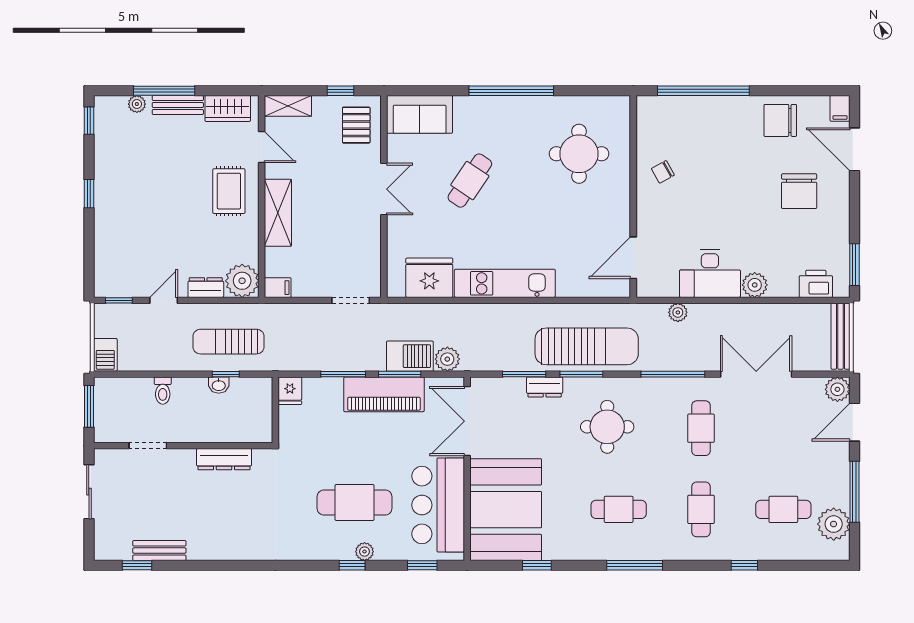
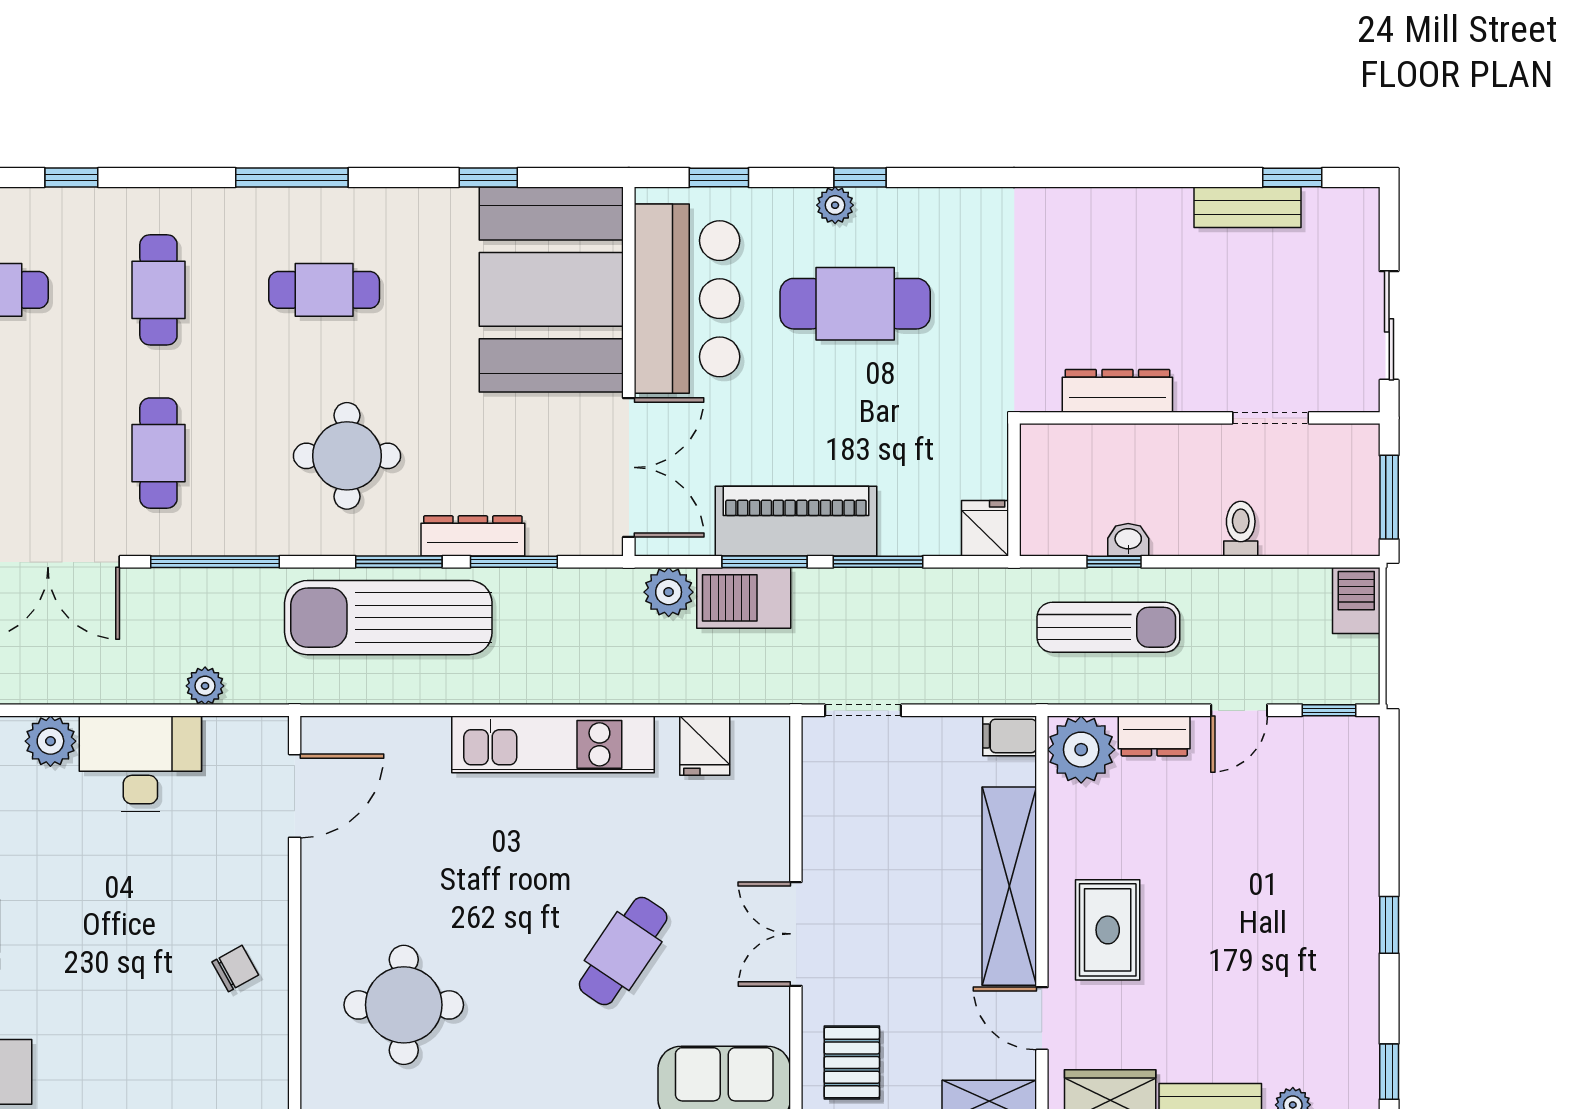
shelving: (278, 213) -> (1009, 886), width x1.47
fridge: (429, 278) -> (705, 746), width x0.53, depth x0.75
dresser: (545, 387) -> (473, 536), width x1.44

